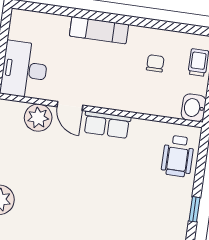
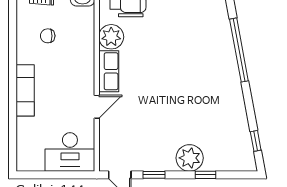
plant: (38, 118) -> (111, 37), moved

